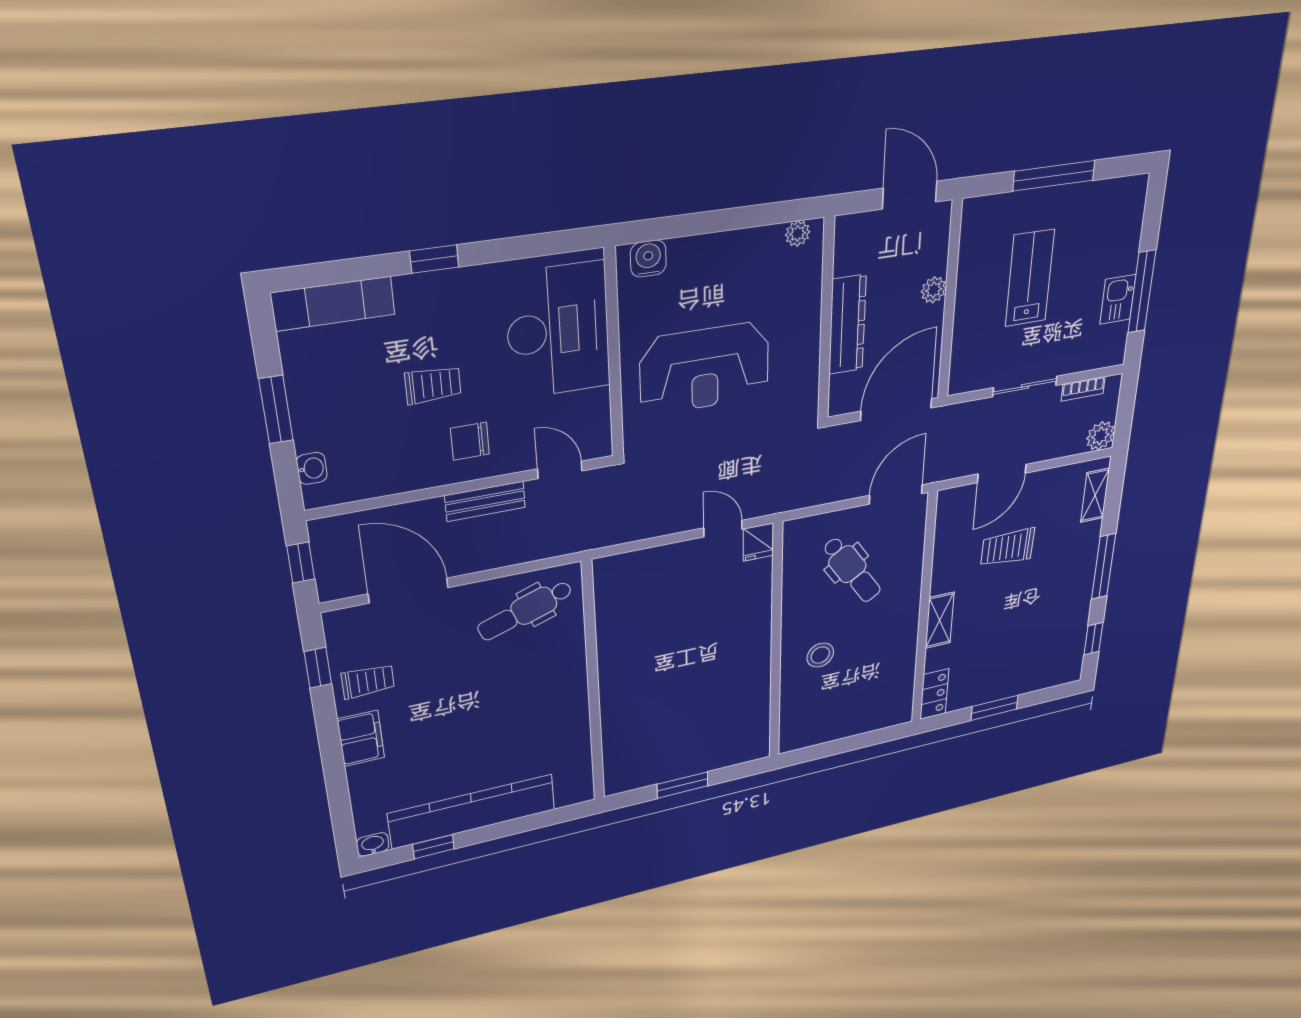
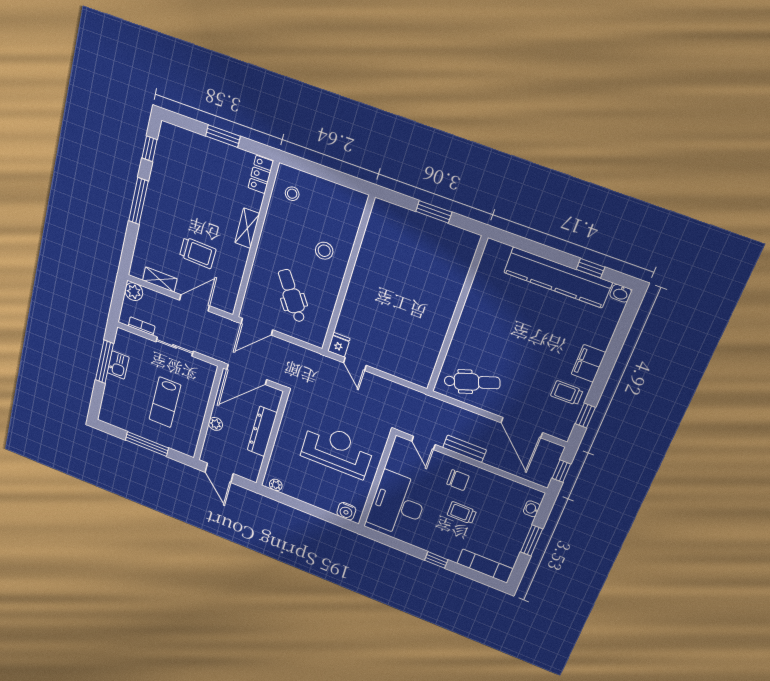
shelving: (1095, 495) -> (160, 280), moved, turned 90
stool: (885, 697) -> (292, 194), added

